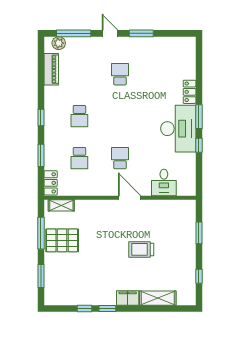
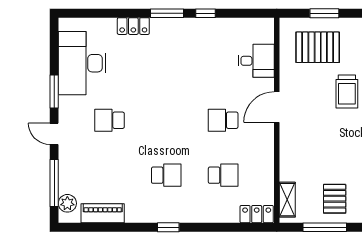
door: (110, 33) -> (54, 134), hinge flipped
desk: (178, 129) -> (82, 63), moved, turned -90
window: (41, 155) -> (219, 227), removed
pallet: (174, 228) -> (318, 47), added
pallet: (62, 240) -> (335, 199), width x0.67, depth x0.71

